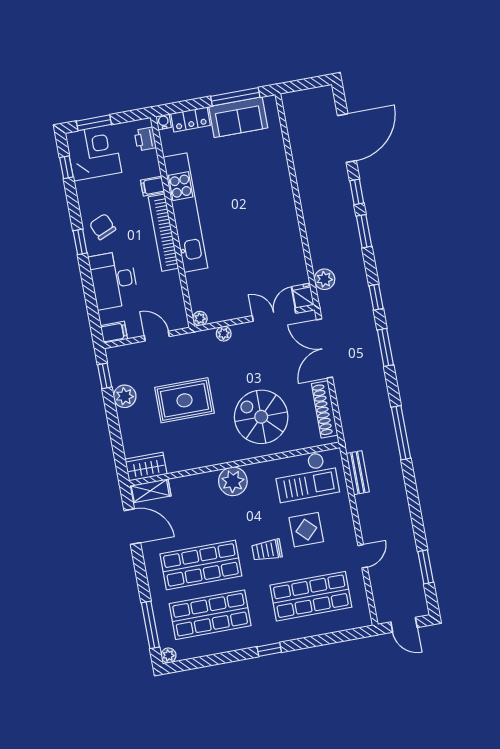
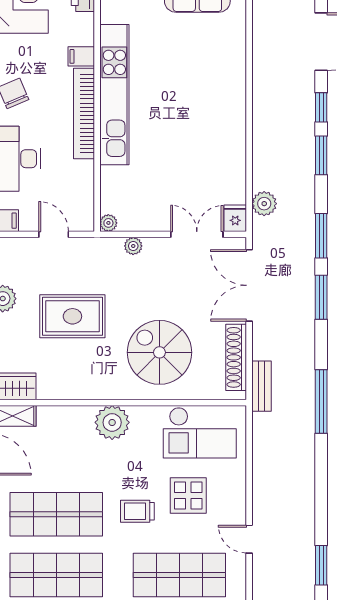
window: (376, 297) -> (321, 236), width x1.50
bench: (358, 473) -> (261, 386), moved
door: (363, 556) -> (249, 539), swing flipped

